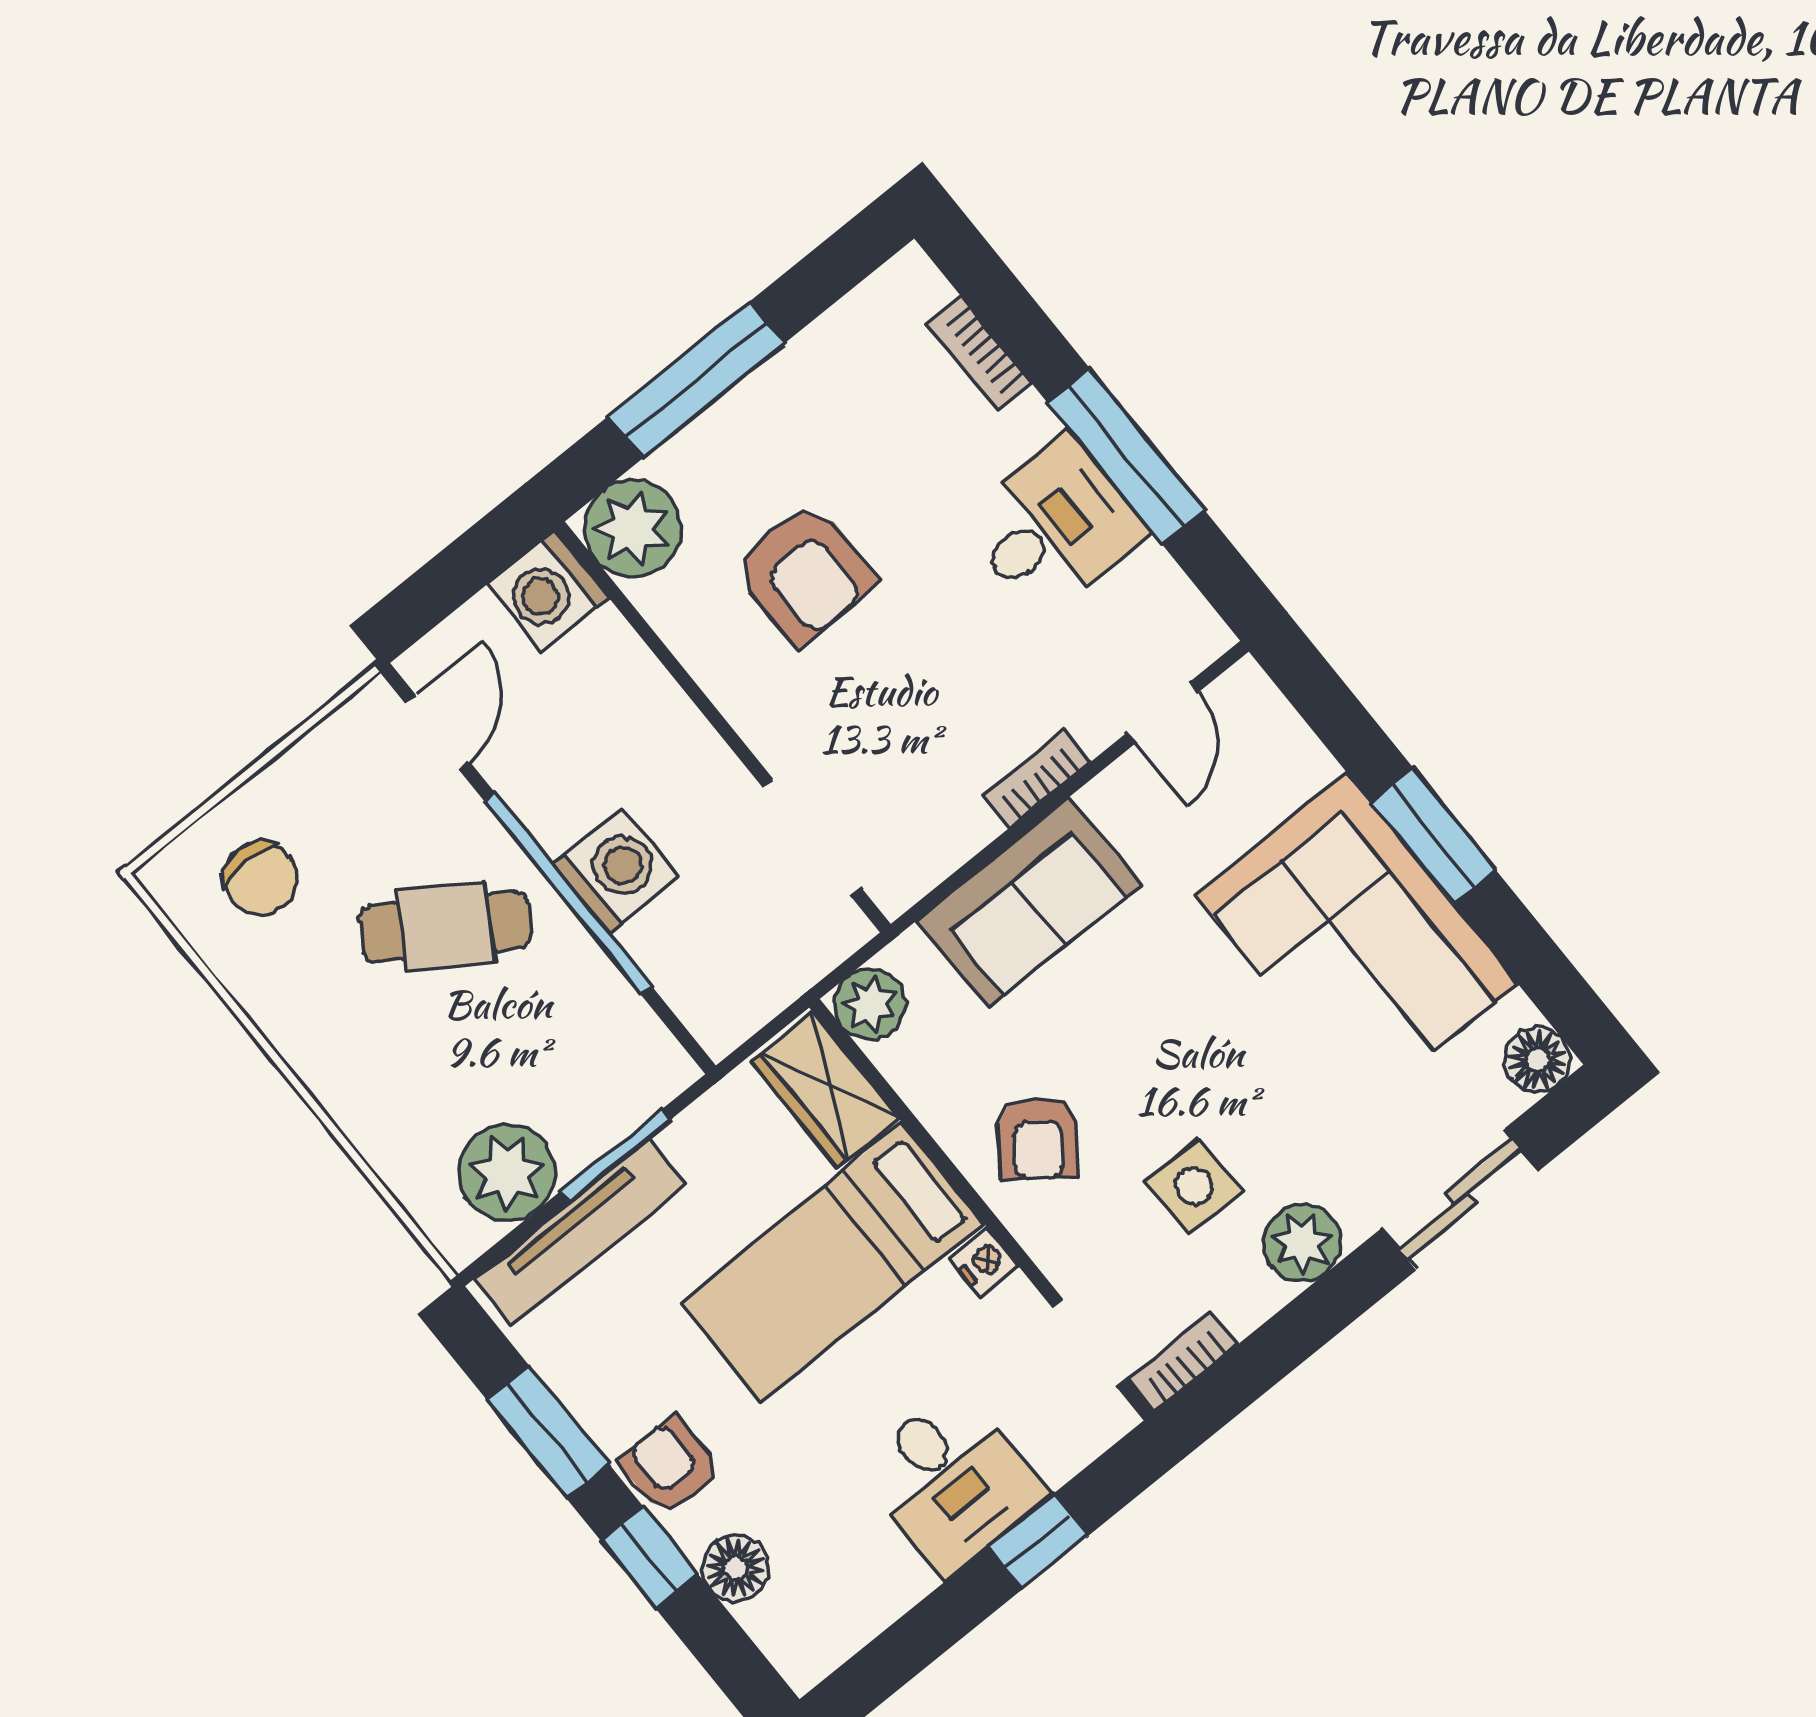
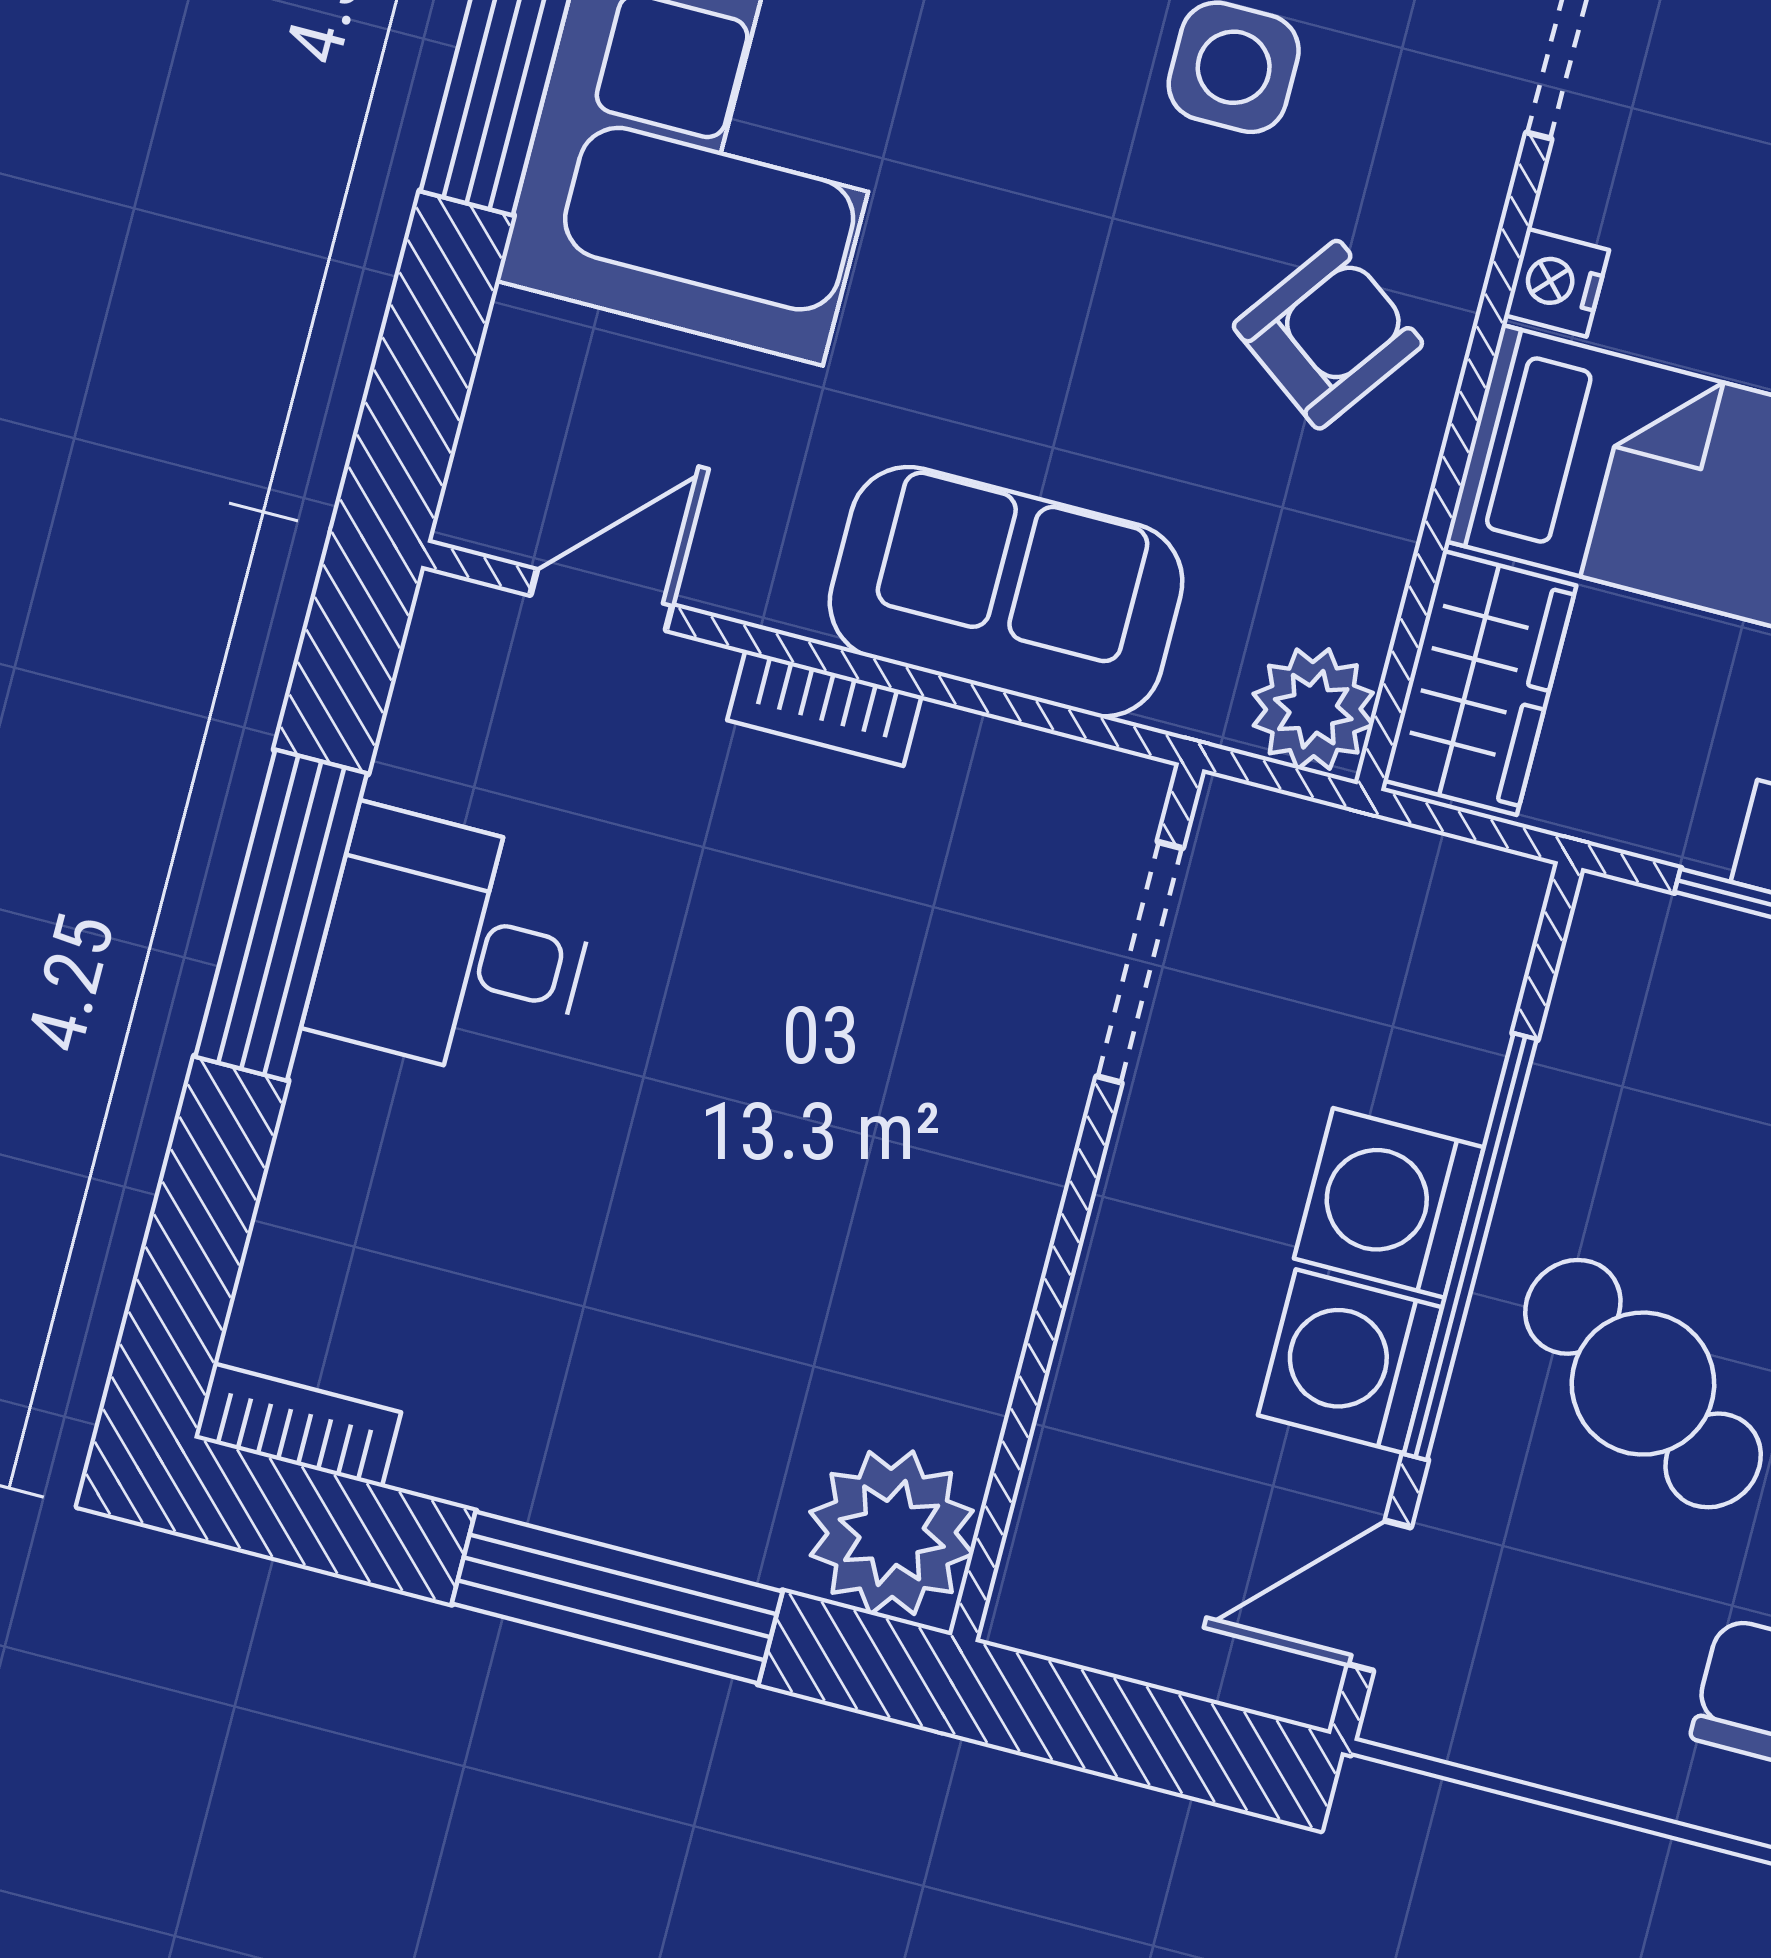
bookcase: (979, 354) -> (298, 1425), moved, turned -90
armchair: (805, 573) -> (776, 1246), removed
washing machine: (548, 591) -> (1350, 1361), moved, turned 180

